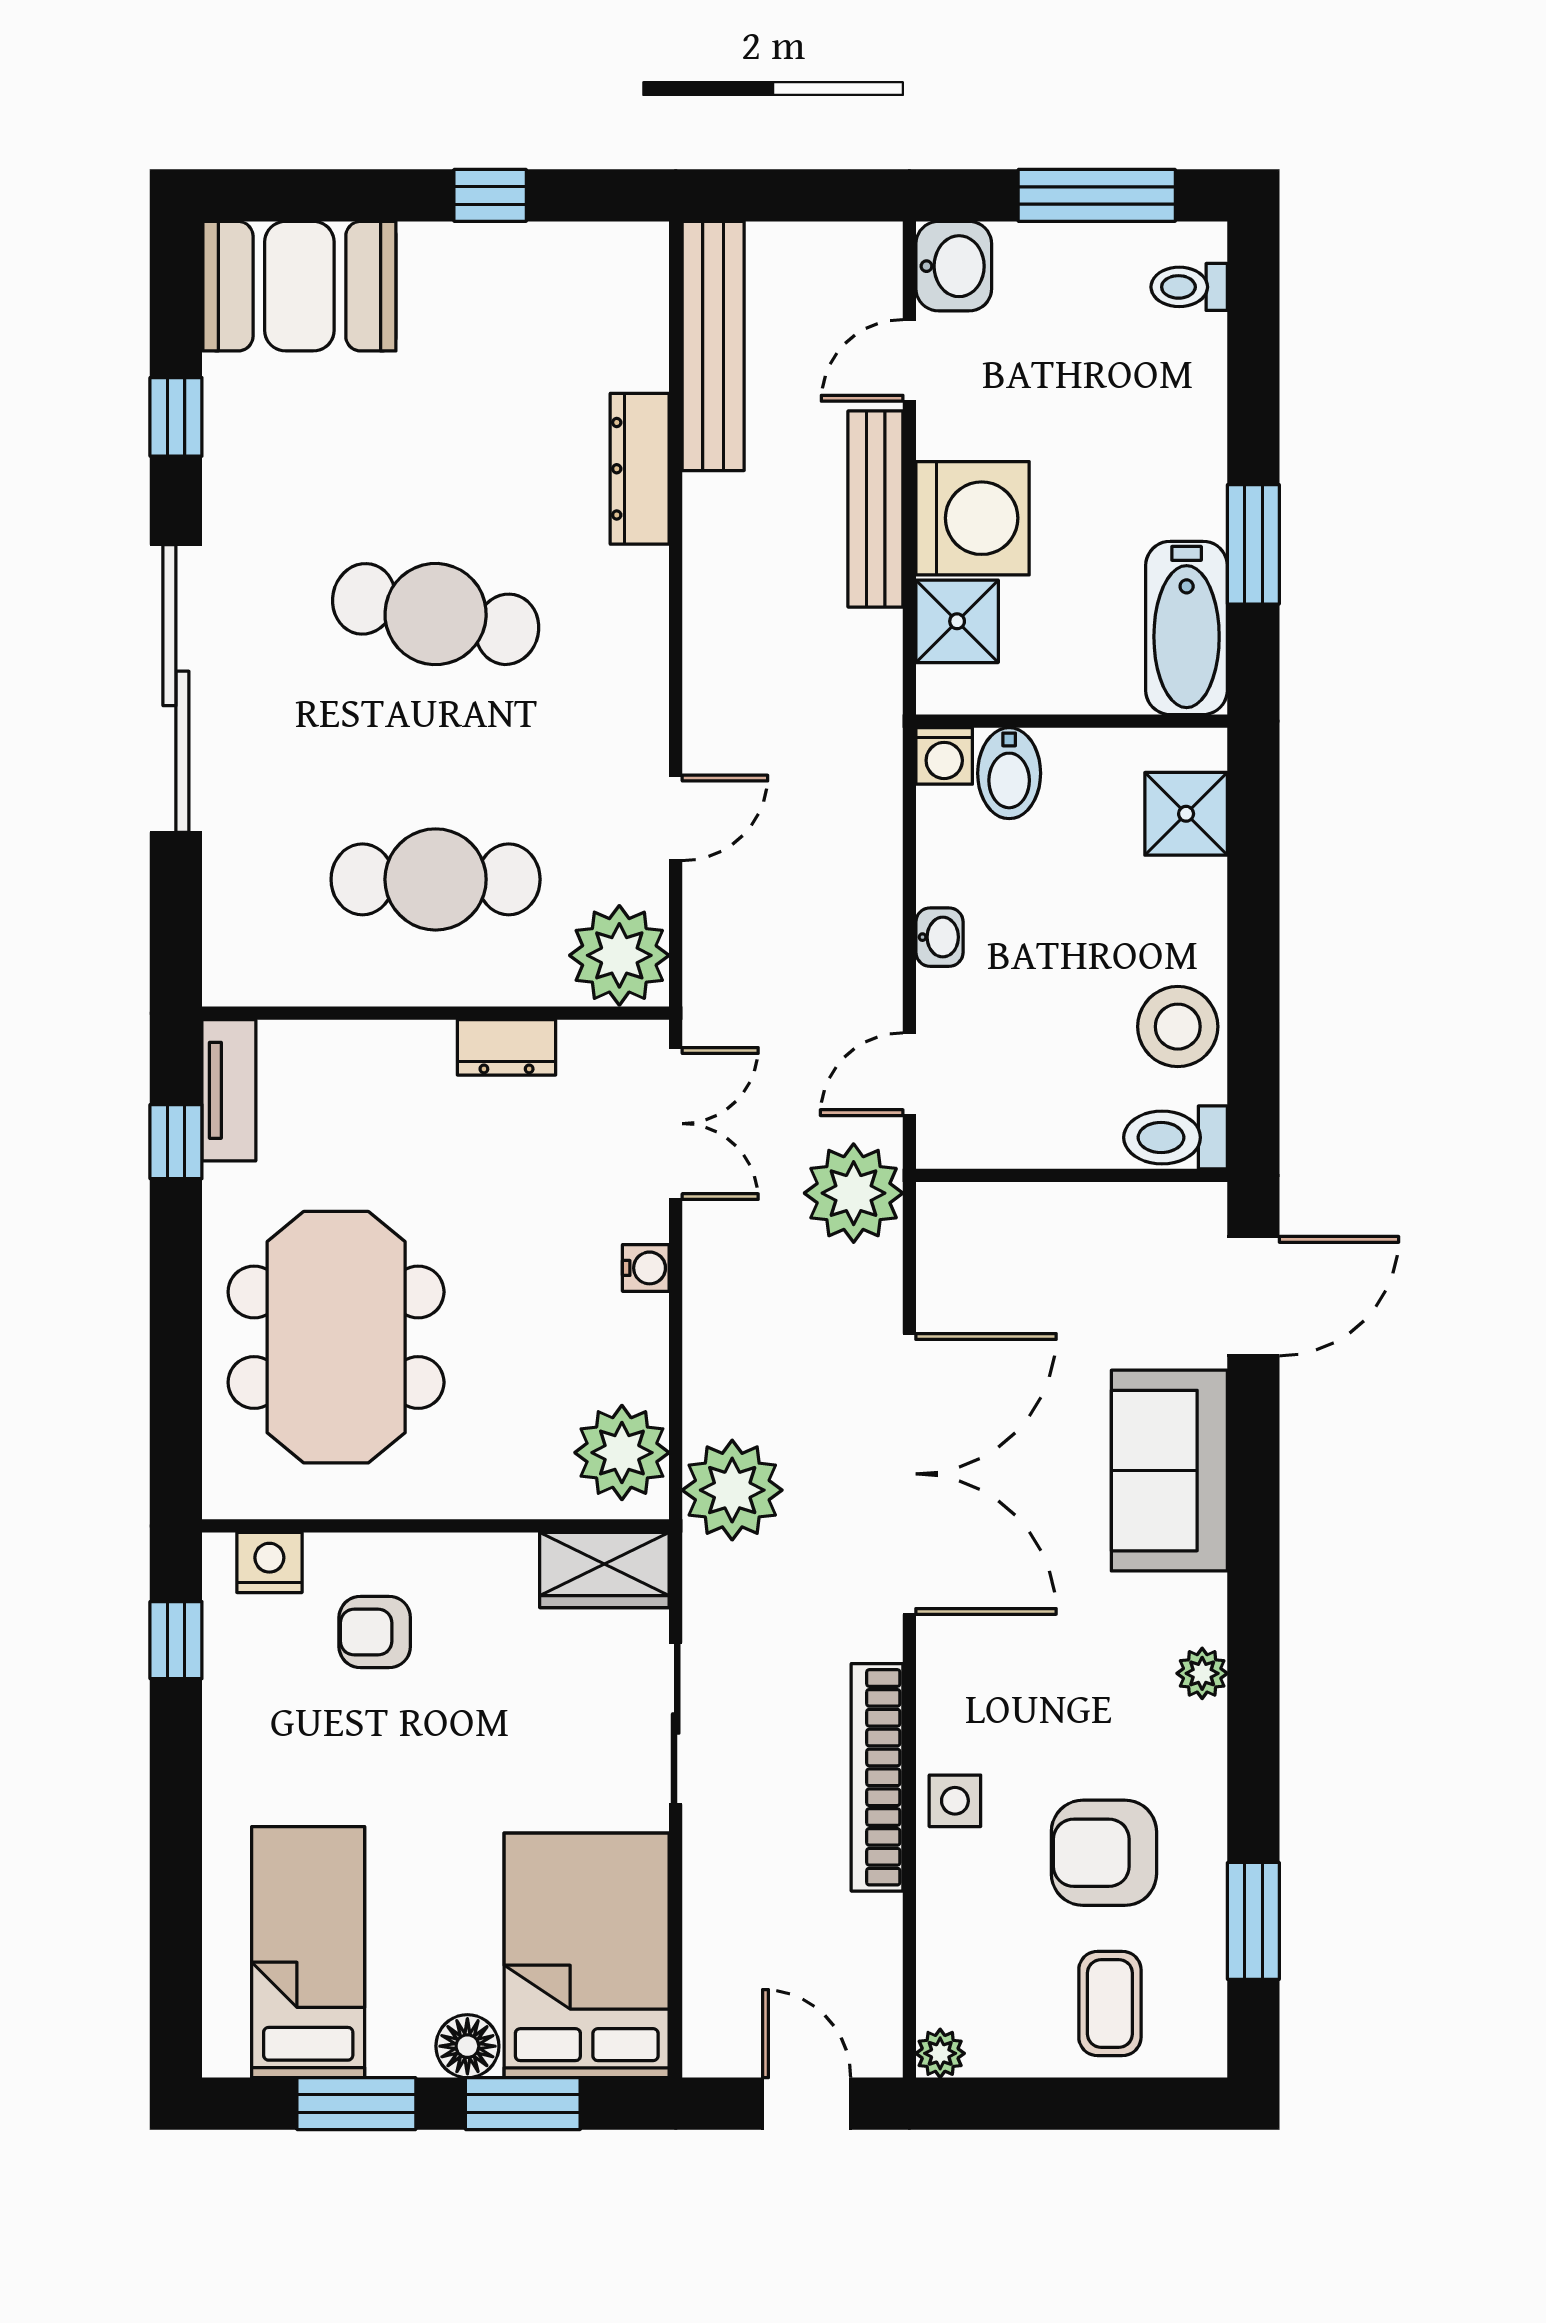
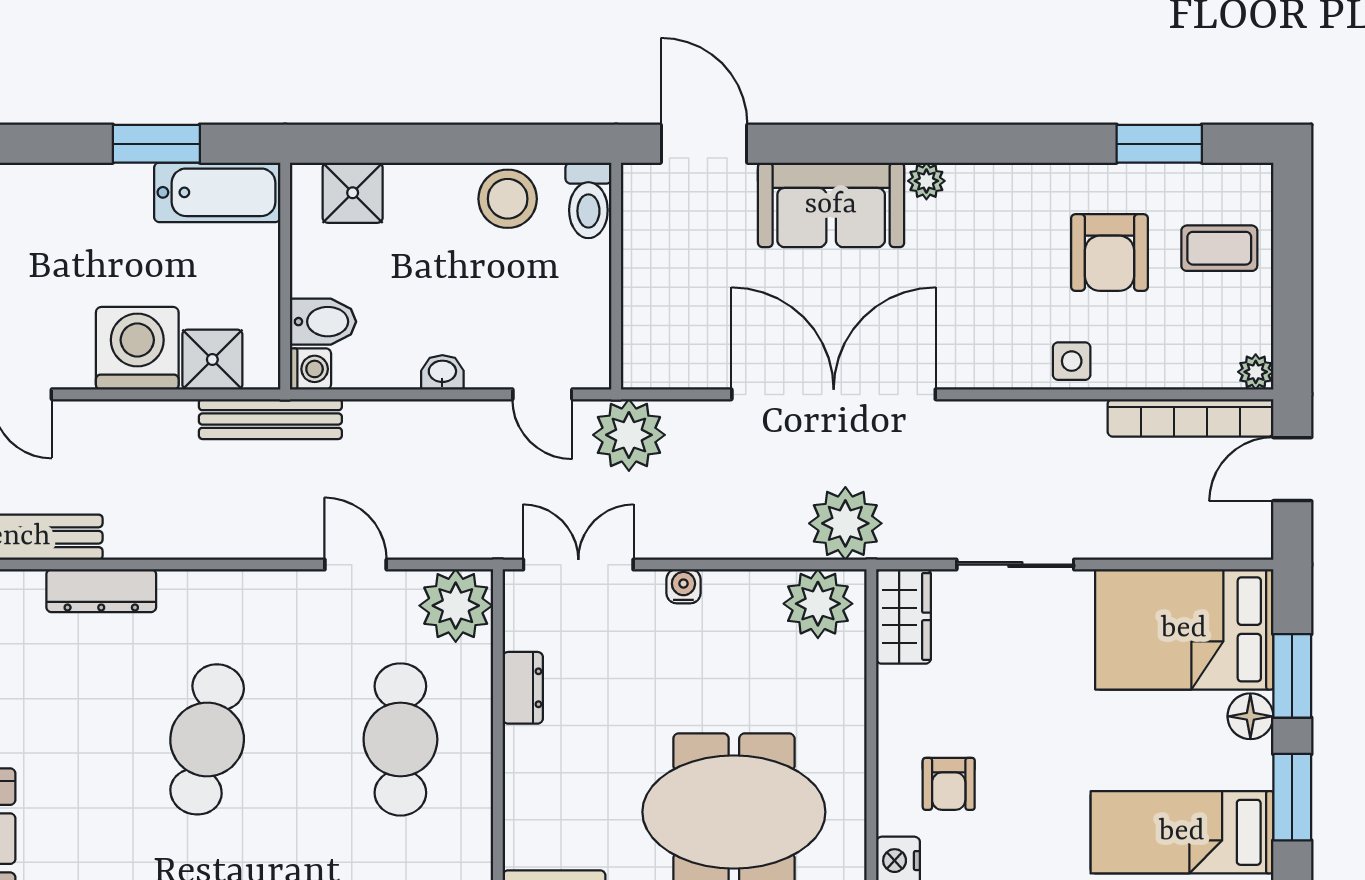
bench: (875, 509) -> (270, 419), moved
plant: (1202, 1673) -> (926, 181), moved
bookcase: (877, 1777) -> (1190, 418), moved

